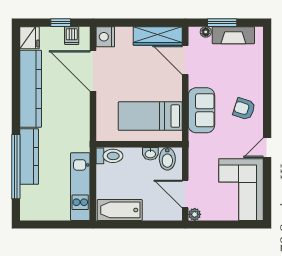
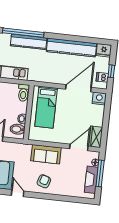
window: (222, 23) -> (100, 173), width x1.44
wardrobe: (158, 36) -> (96, 137), width x0.67
bed: (150, 116) -> (46, 107), moved, turned 180

